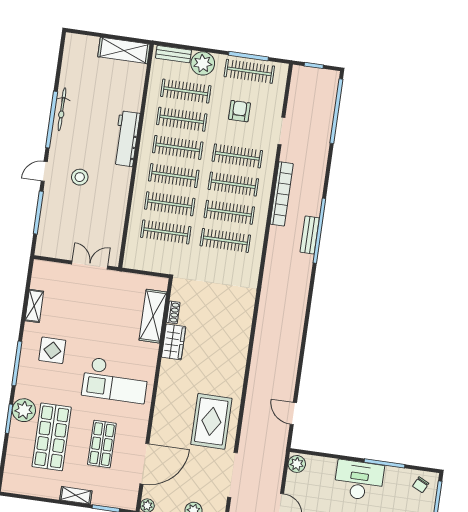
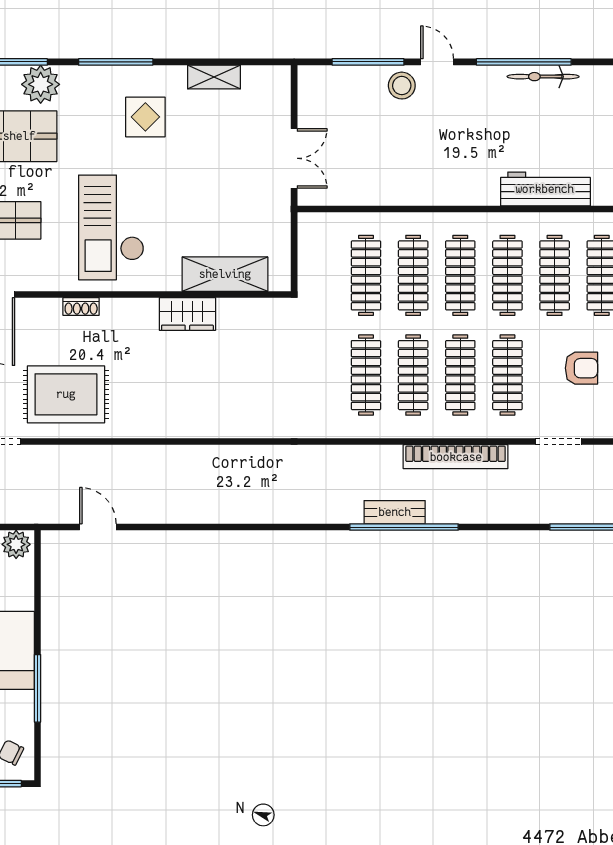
workbench: (126, 139) -> (545, 189), moved
stool: (80, 177) -> (402, 86), moved
shoe rack: (173, 312) -> (81, 307), moved
door: (293, 414) -> (98, 527), hinge flipped

